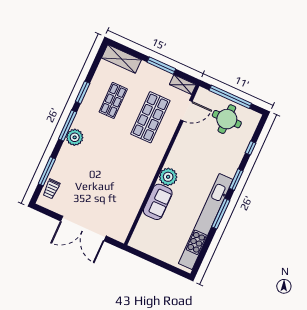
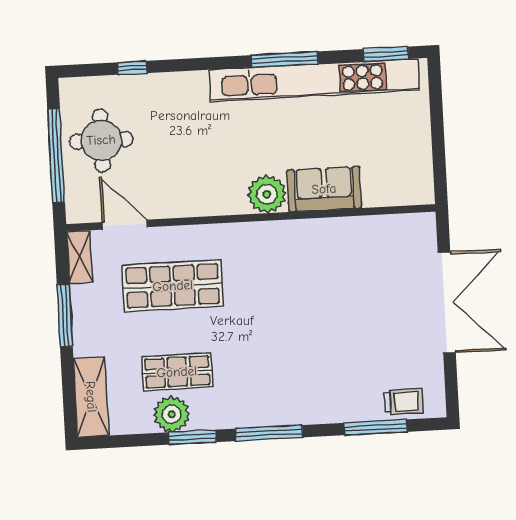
plant: (75, 137) -> (172, 414), moved
window: (236, 180) -> (386, 54), moved

